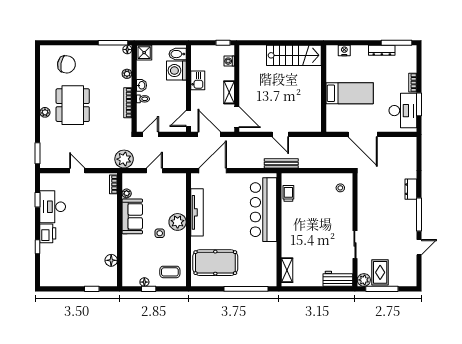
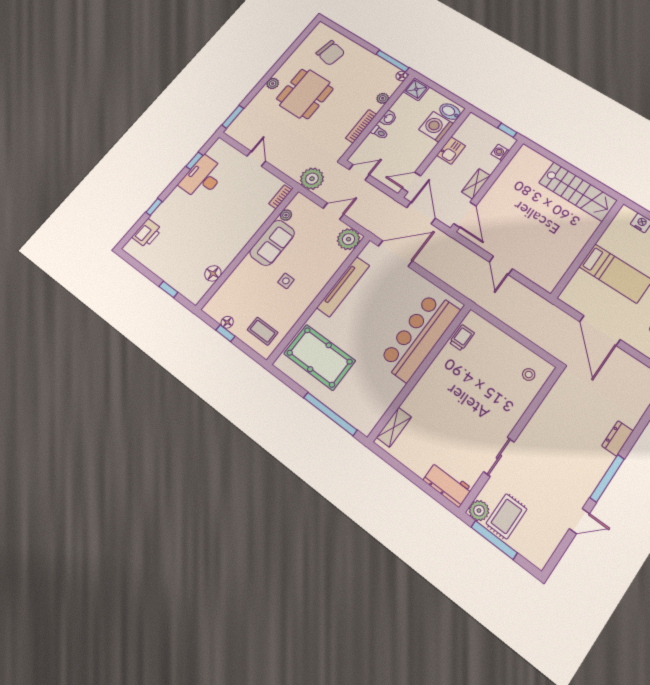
bench: (281, 163) -> (478, 298), removed
plant: (178, 222) -> (349, 239), moved
printer: (48, 233) -> (147, 233), moved

